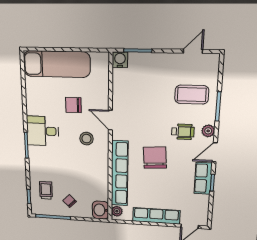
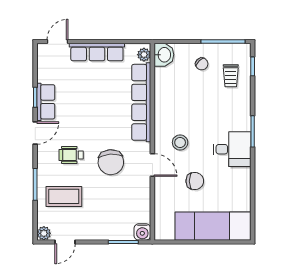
plant: (208, 131) -> (44, 233), moved
chair: (155, 158) -> (111, 162), moved

